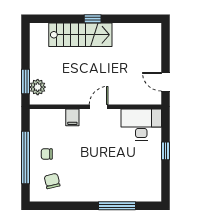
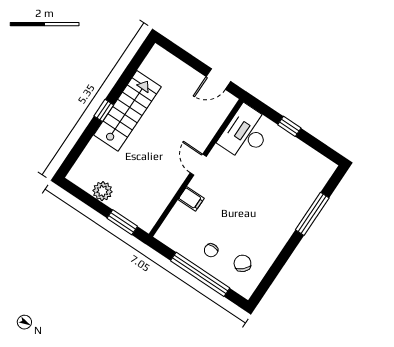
stairs: (80, 35) -> (127, 111), moved
plant: (38, 87) -> (103, 191), moved
chair: (52, 181) -> (242, 263), turned 60

